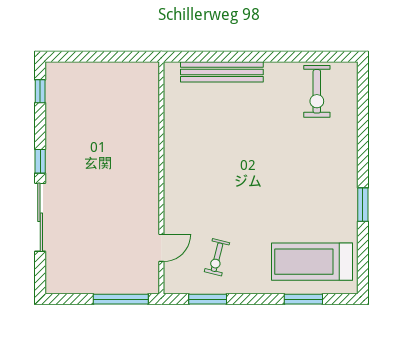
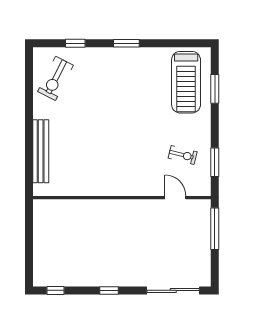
exercise bike: (317, 91) -> (56, 78), turned 117
window: (363, 117) -> (75, 43), added
window: (363, 205) -> (126, 43), moved
sliding door: (40, 217) -> (173, 290), moved

